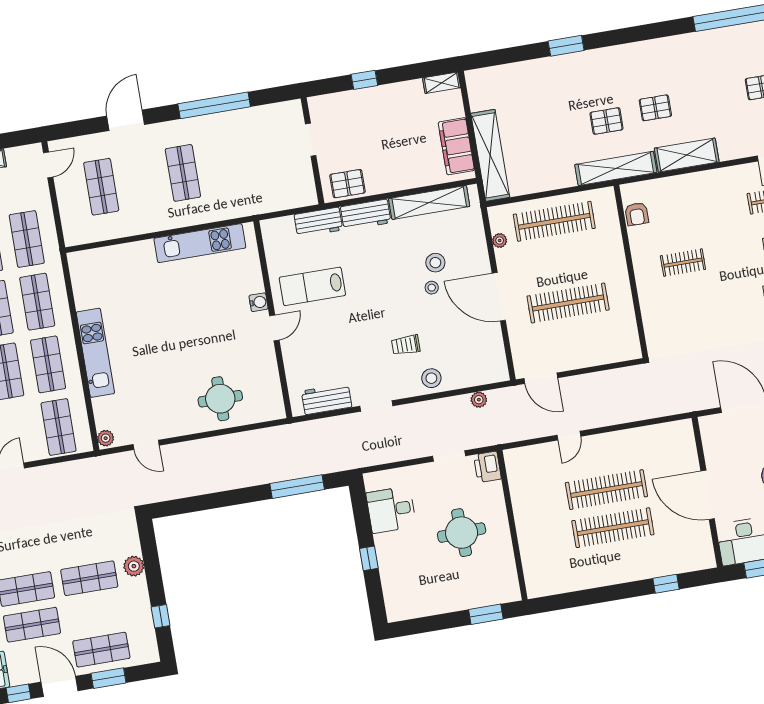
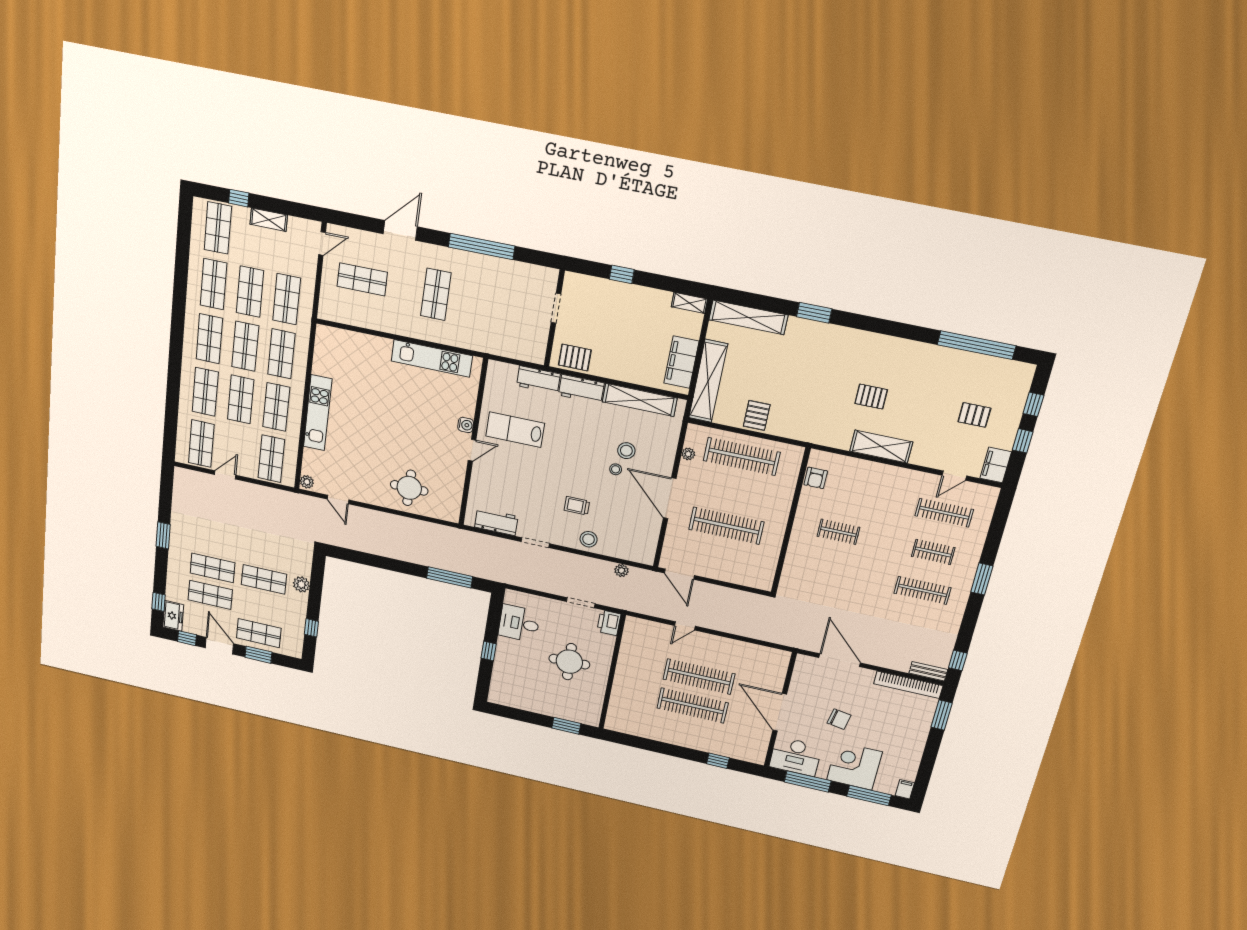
pallet: (607, 121) -> (757, 415), moved, turned 90
shelving: (616, 168) -> (748, 317), moved
shop shelf: (101, 187) -> (362, 279), turned 90

